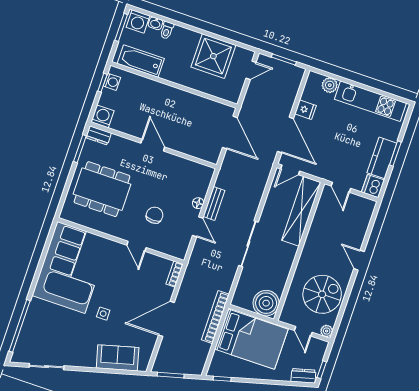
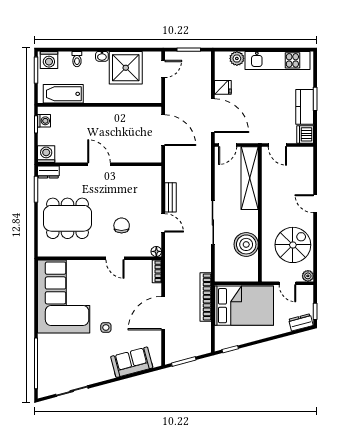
washbasin: (155, 23) -> (102, 56), moved
floor lamp: (198, 203) -> (156, 251), moved
boiler: (266, 303) -> (246, 244), moved

